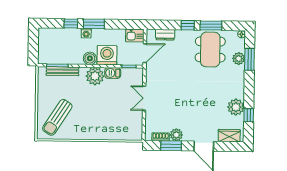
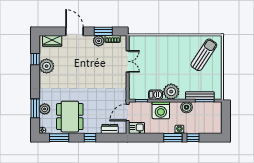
window: (211, 25) -> (59, 138), moved
boiler: (90, 58) -> (187, 107), moved
double door: (144, 98) -> (128, 61), moved

